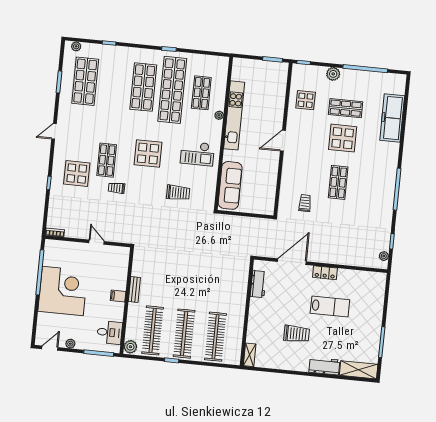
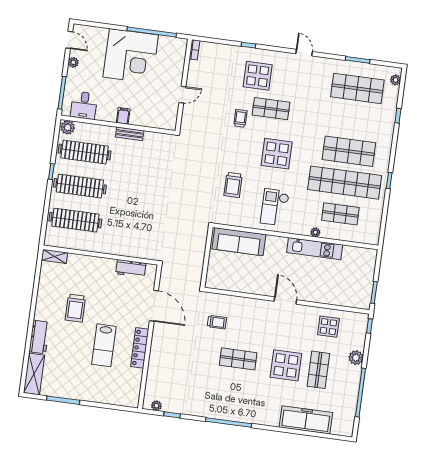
kitchen unit: (234, 115) -> (315, 249), width x0.73
locker: (325, 273) -> (140, 348), width x1.53

